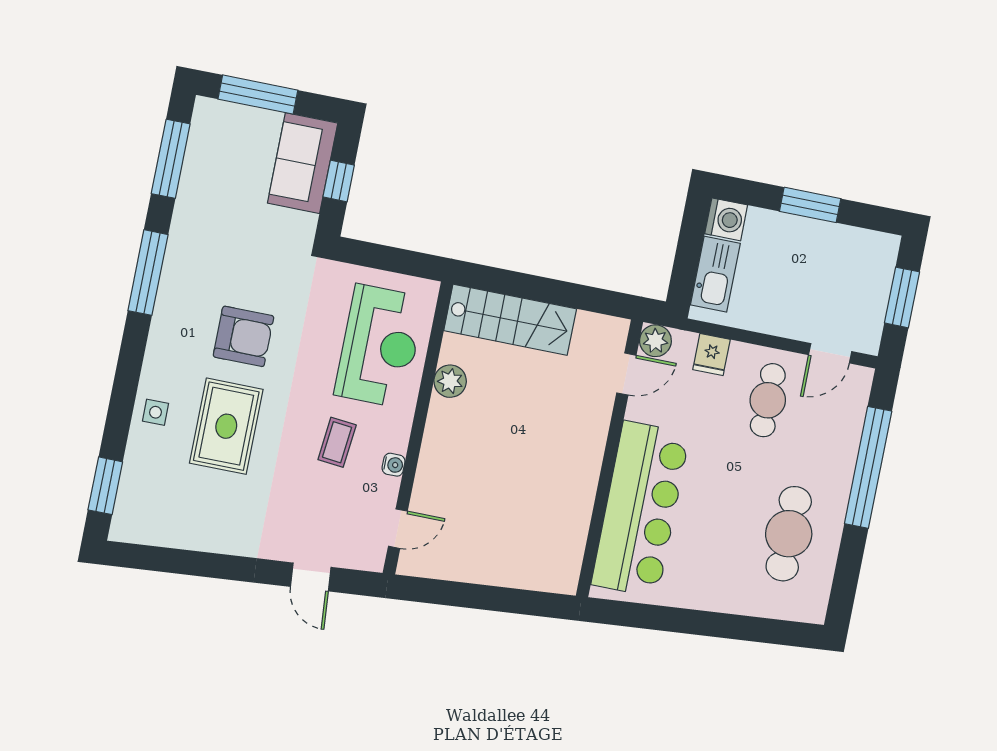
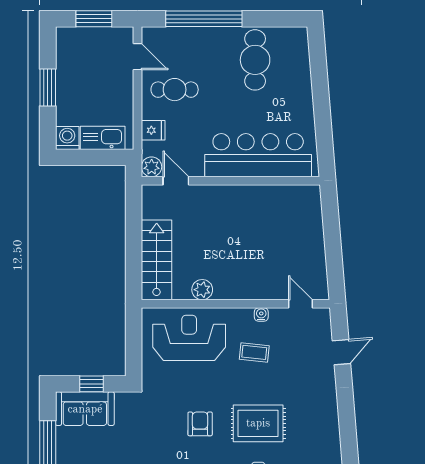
armchair: (243, 336) -> (200, 424), width x0.72, depth x0.72
cafe table: (789, 534) -> (255, 60), turned 90

